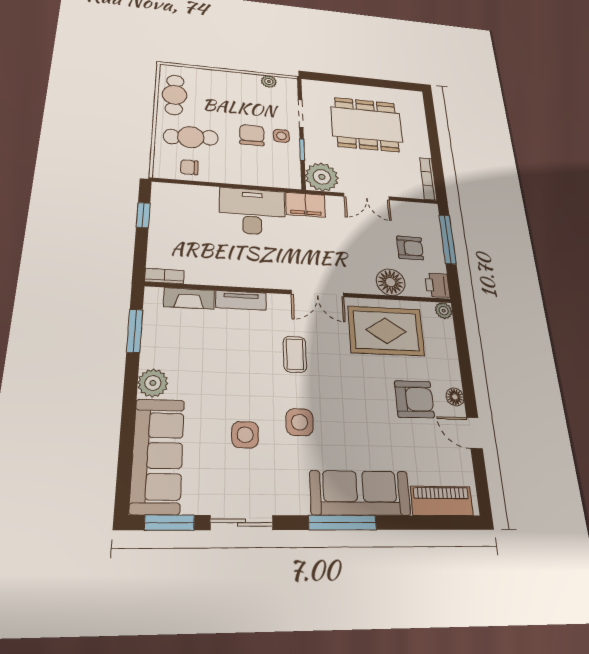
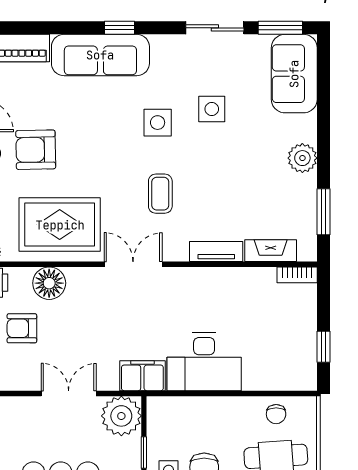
chair: (189, 167) -> (276, 414), turned 90
sofa: (157, 455) -> (294, 74), width x0.73
window: (342, 523) -> (119, 28), width x0.46

